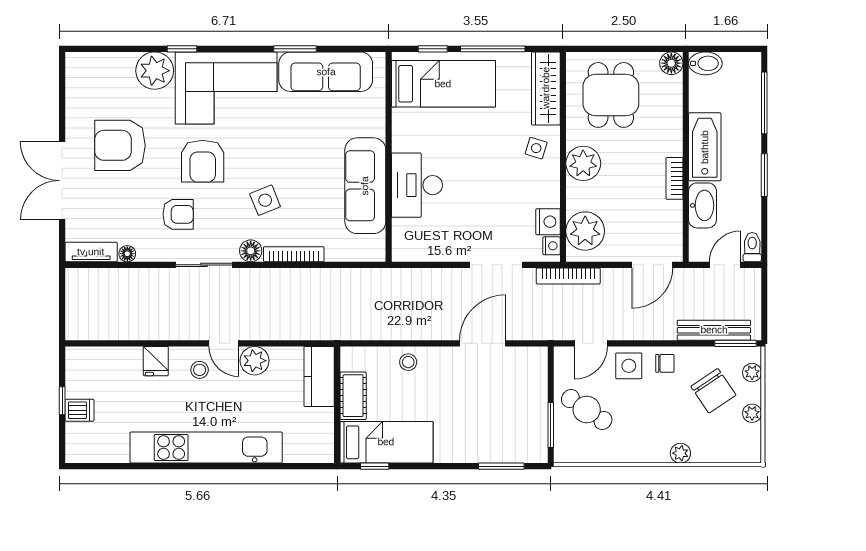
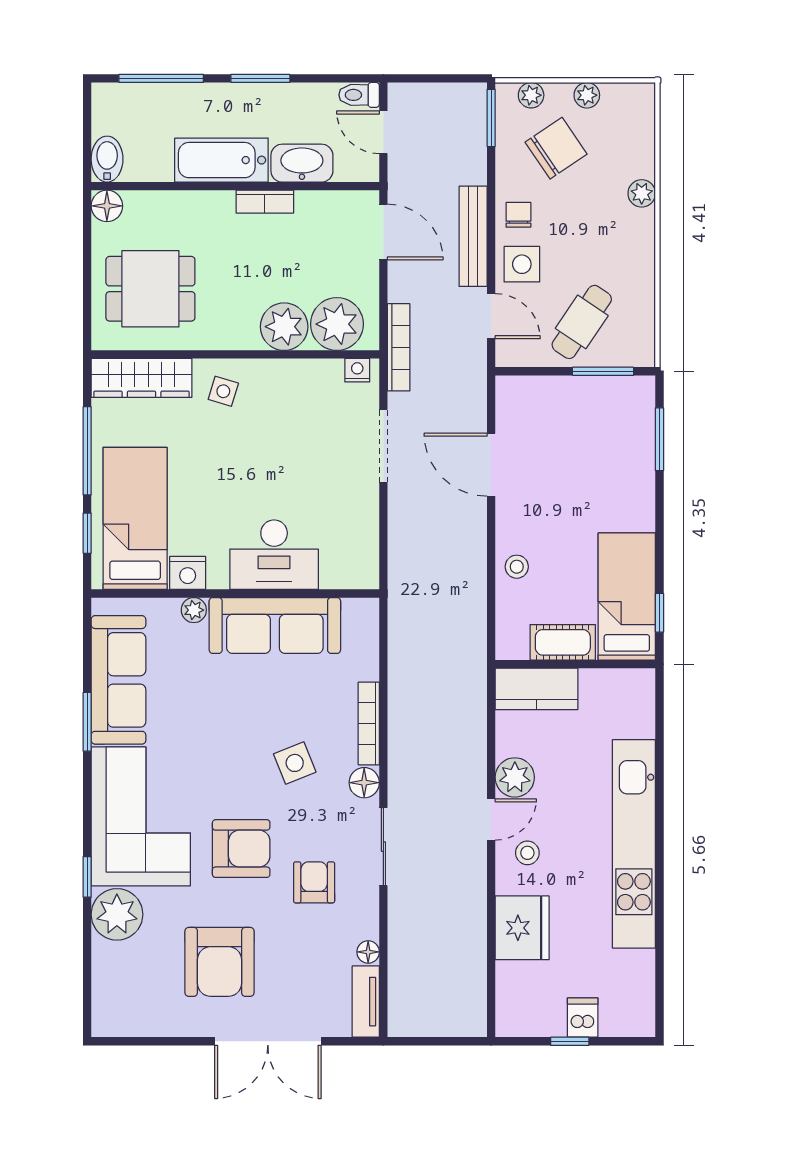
plant: (377, 127) -> (194, 610), added
plant: (583, 163) -> (284, 327), moved
nightstand: (548, 222) -> (188, 573), moved, turned 180
bench: (714, 330) -> (473, 236), moved
fridge: (156, 361) -> (522, 928), width x1.88, depth x1.34

